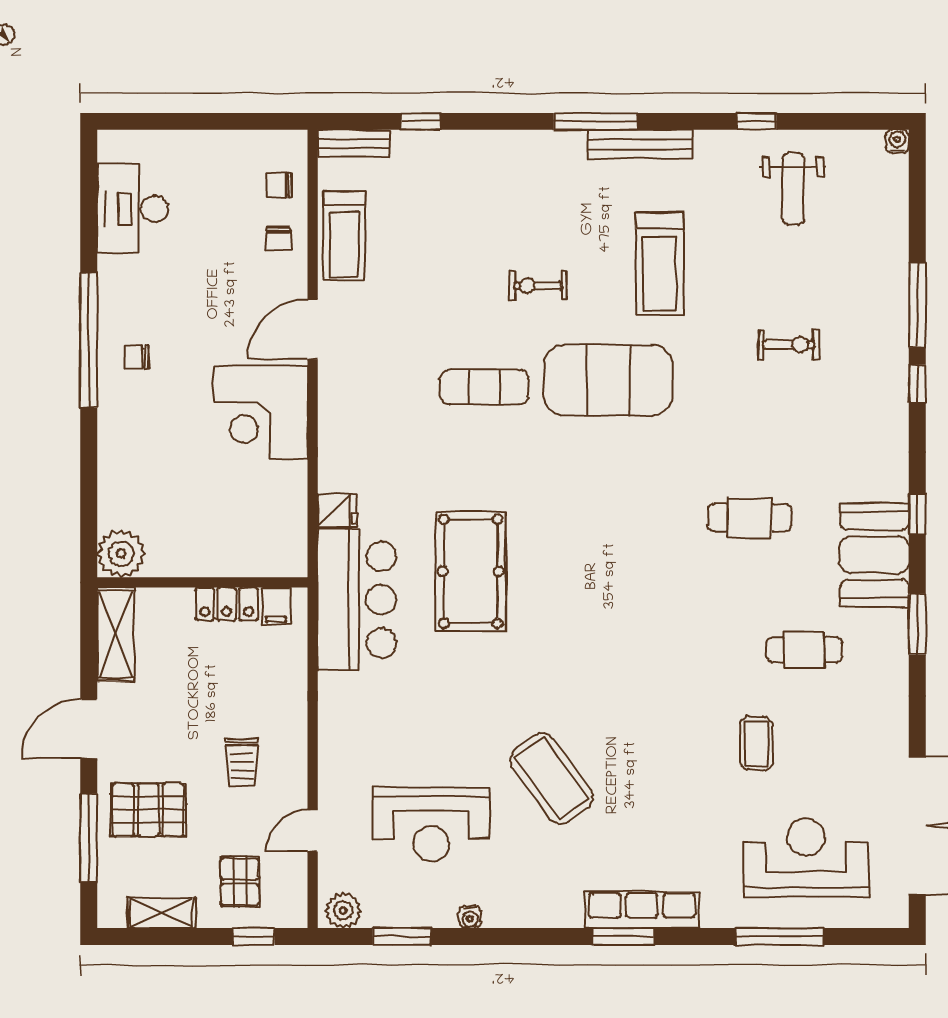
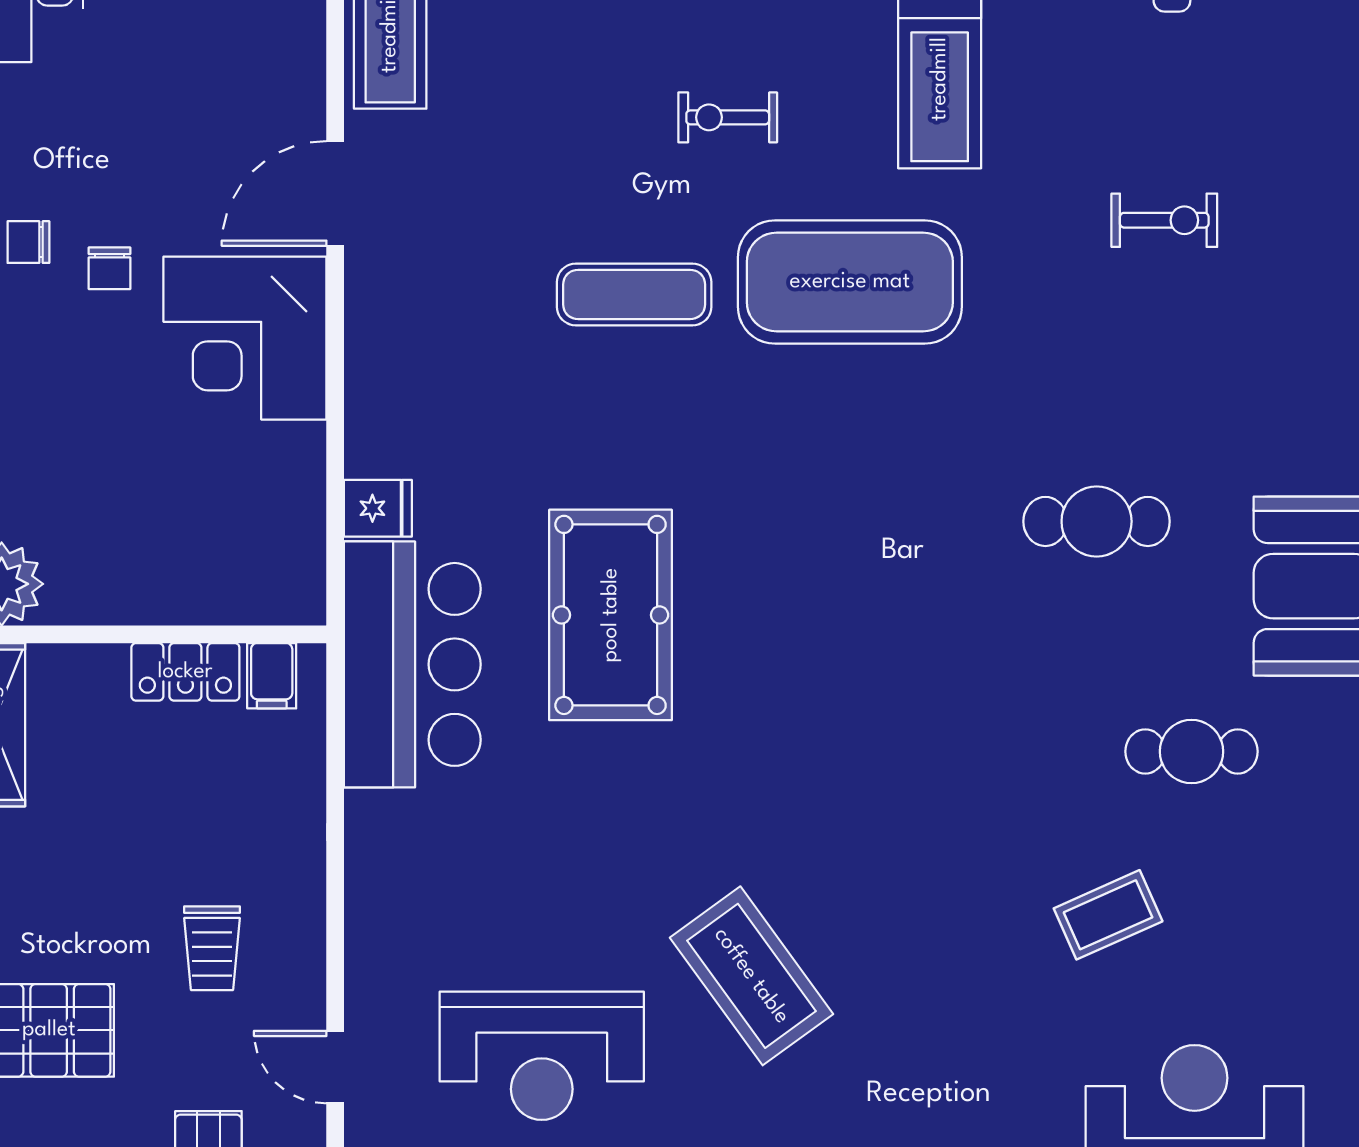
chair: (278, 239) -> (110, 268), moved
coffee table: (756, 744) -> (1108, 915), turned 66
door: (313, 831) -> (335, 1067), hinge flipped

